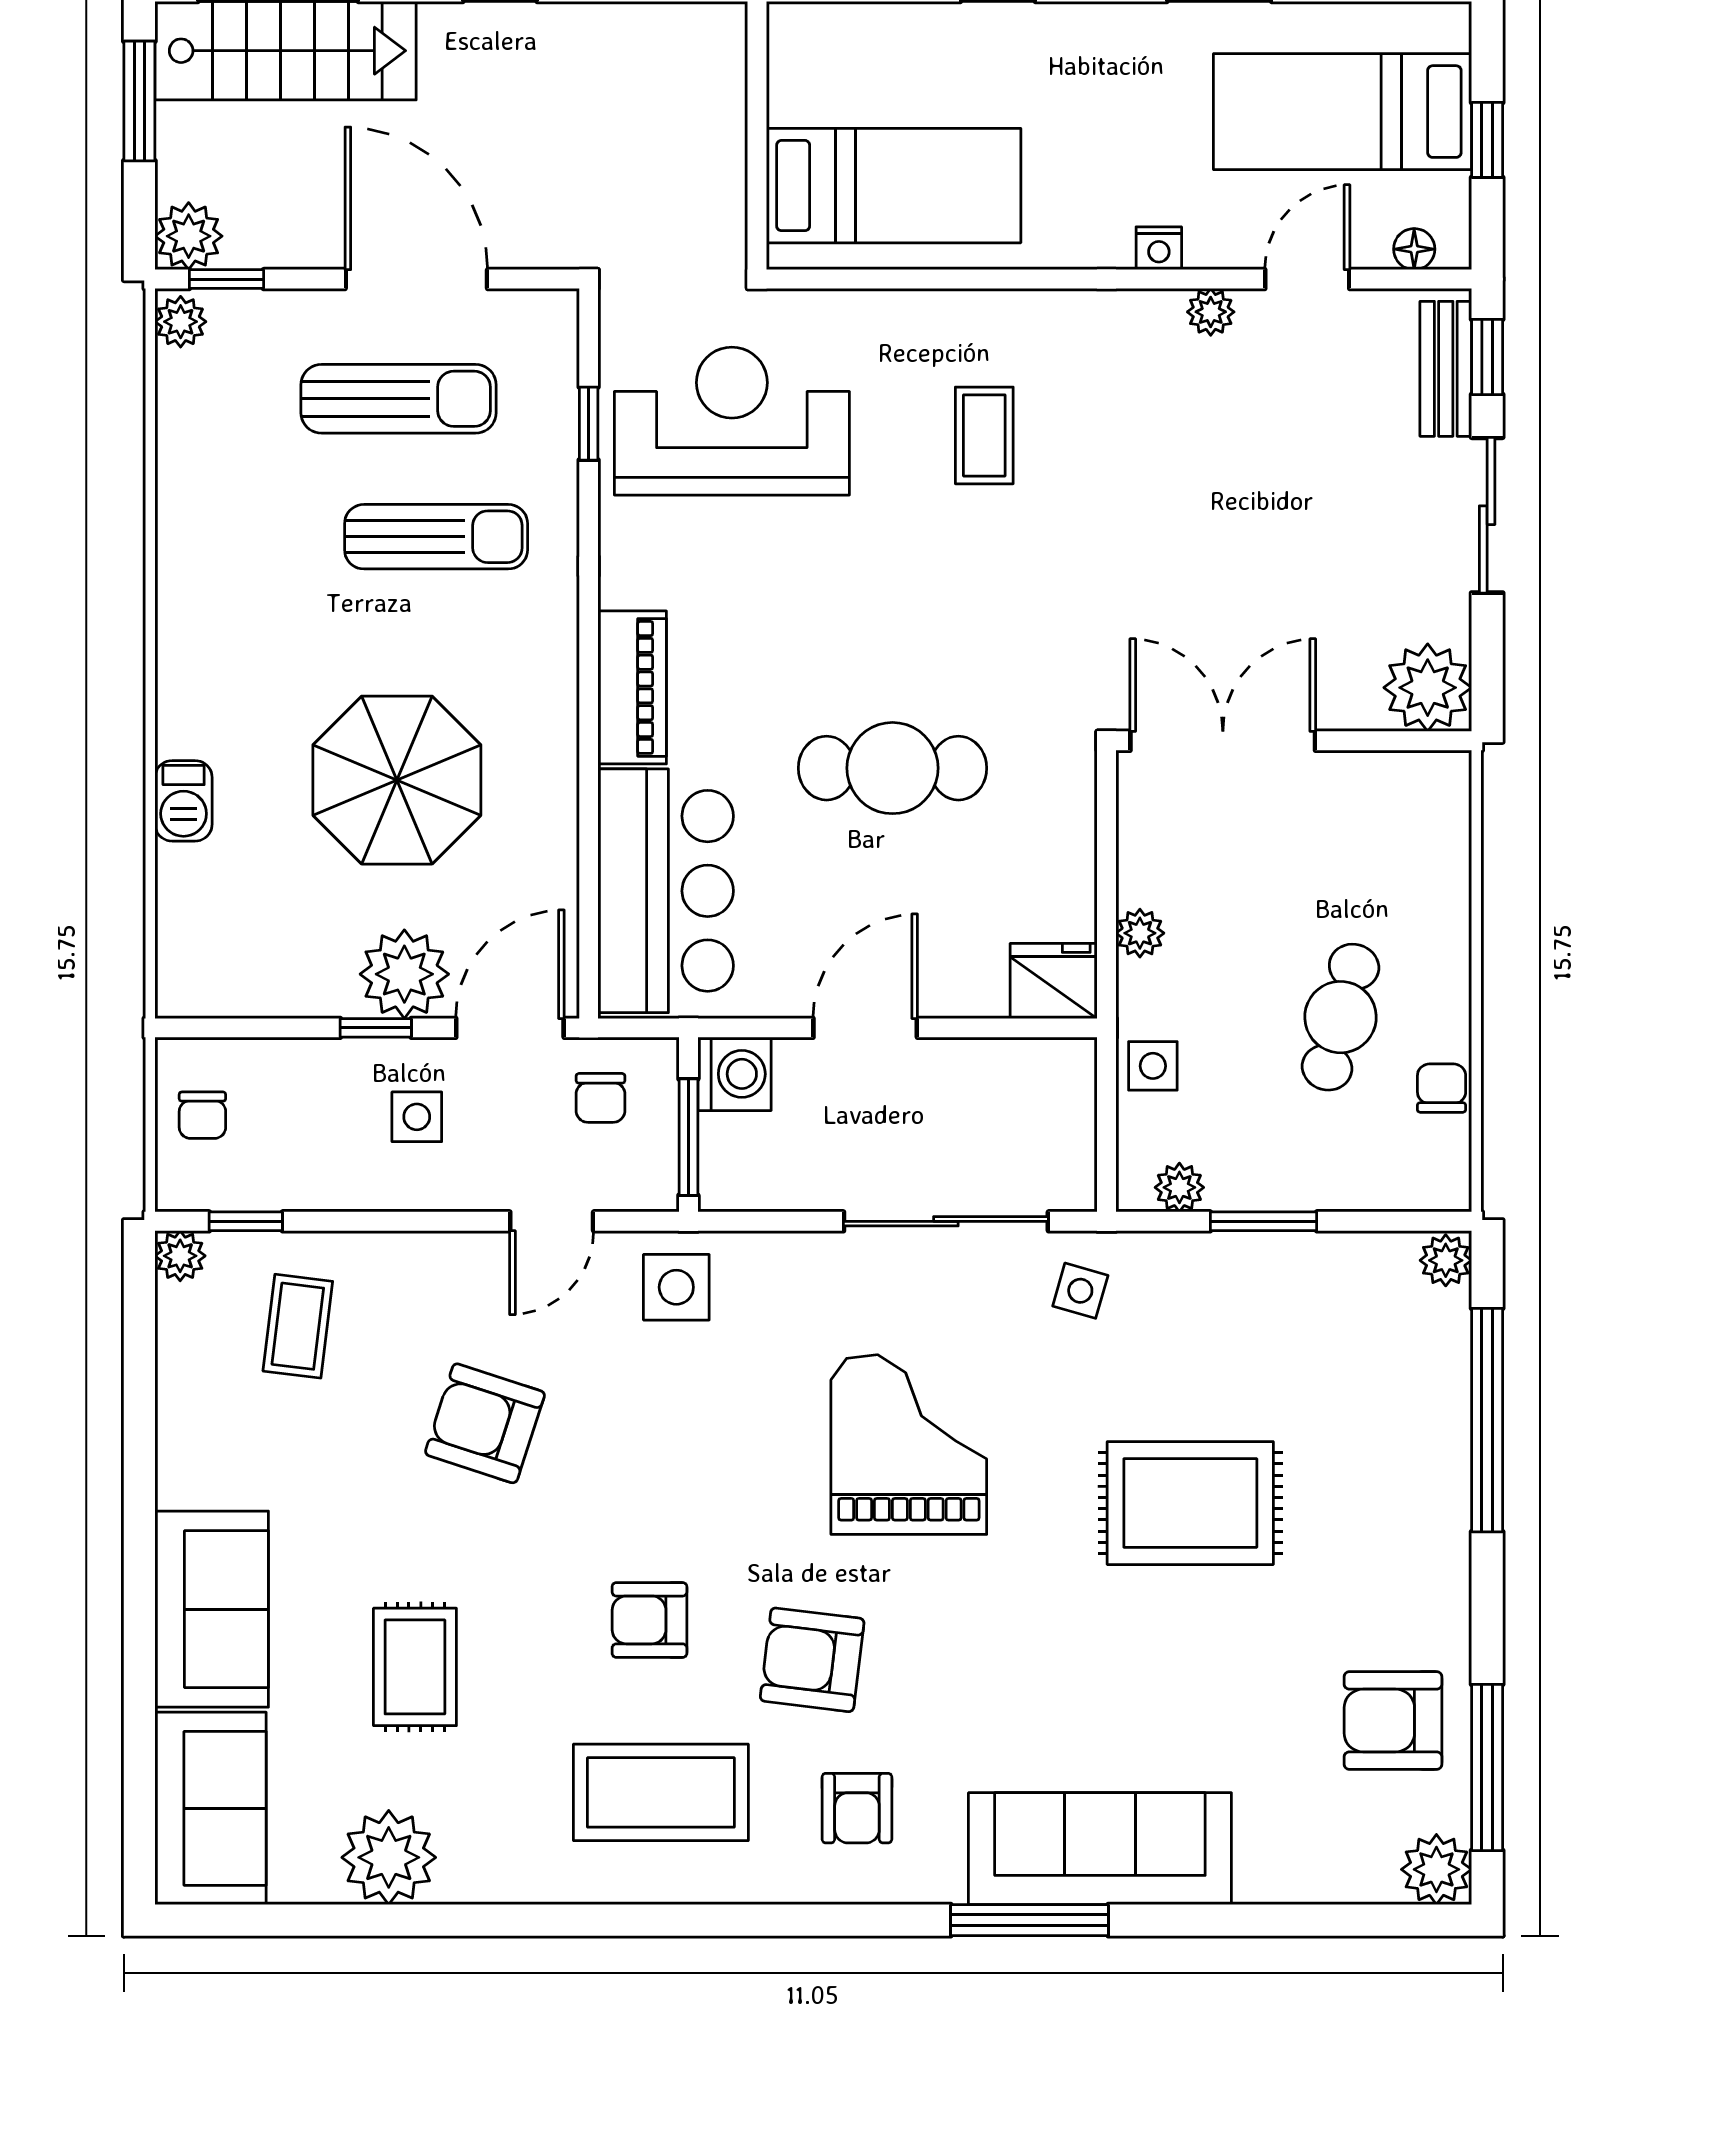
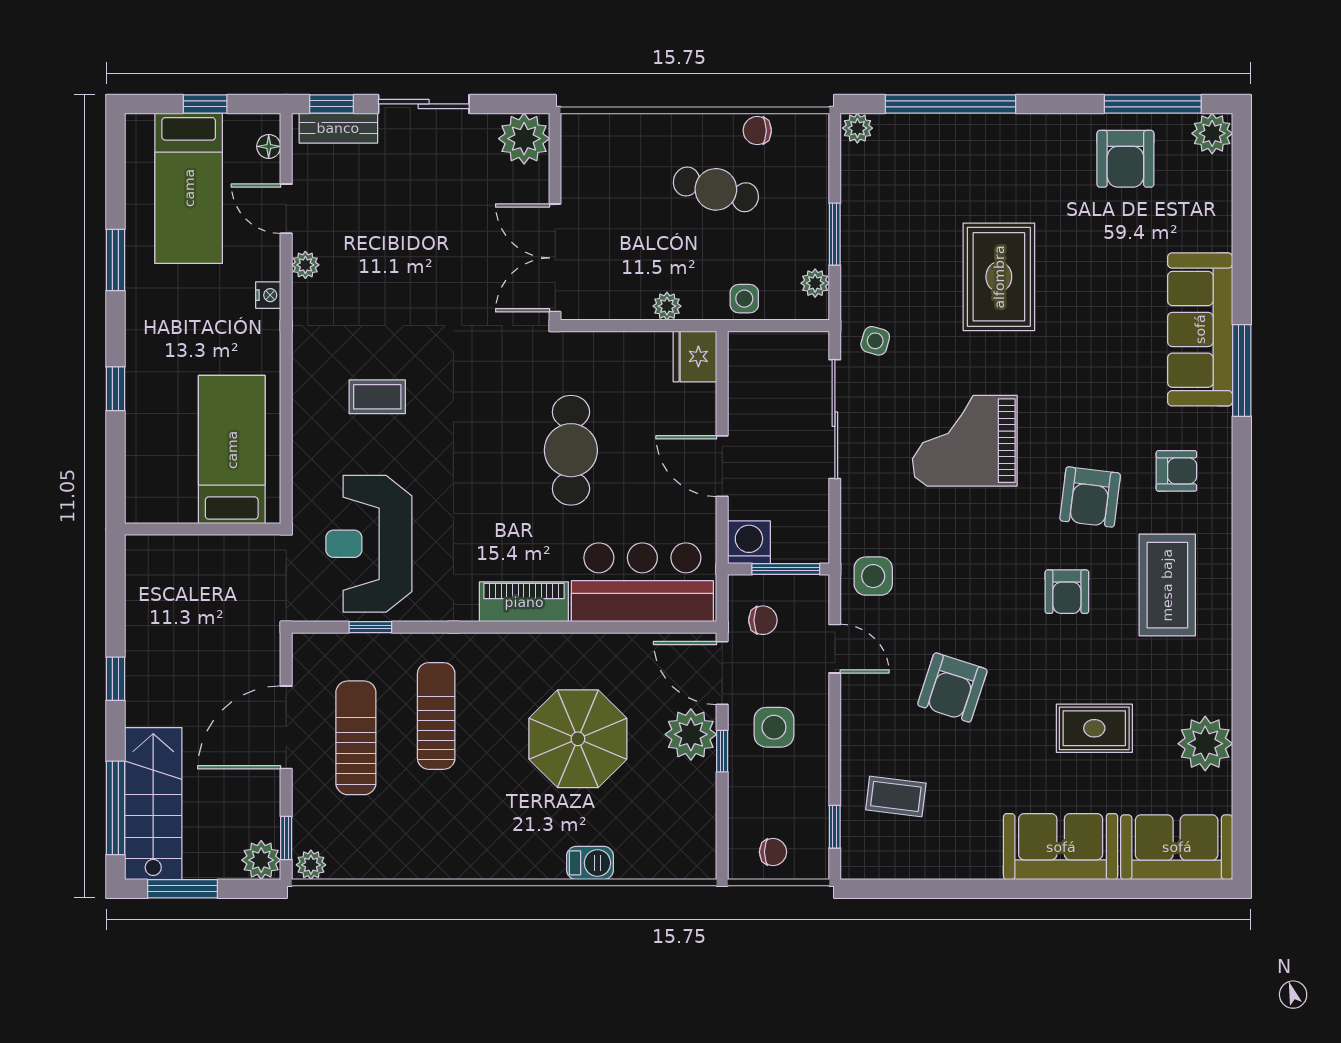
side table: (417, 1117) -> (774, 727), width x1.37, depth x1.37
plant: (180, 1256) -> (855, 865), removed

